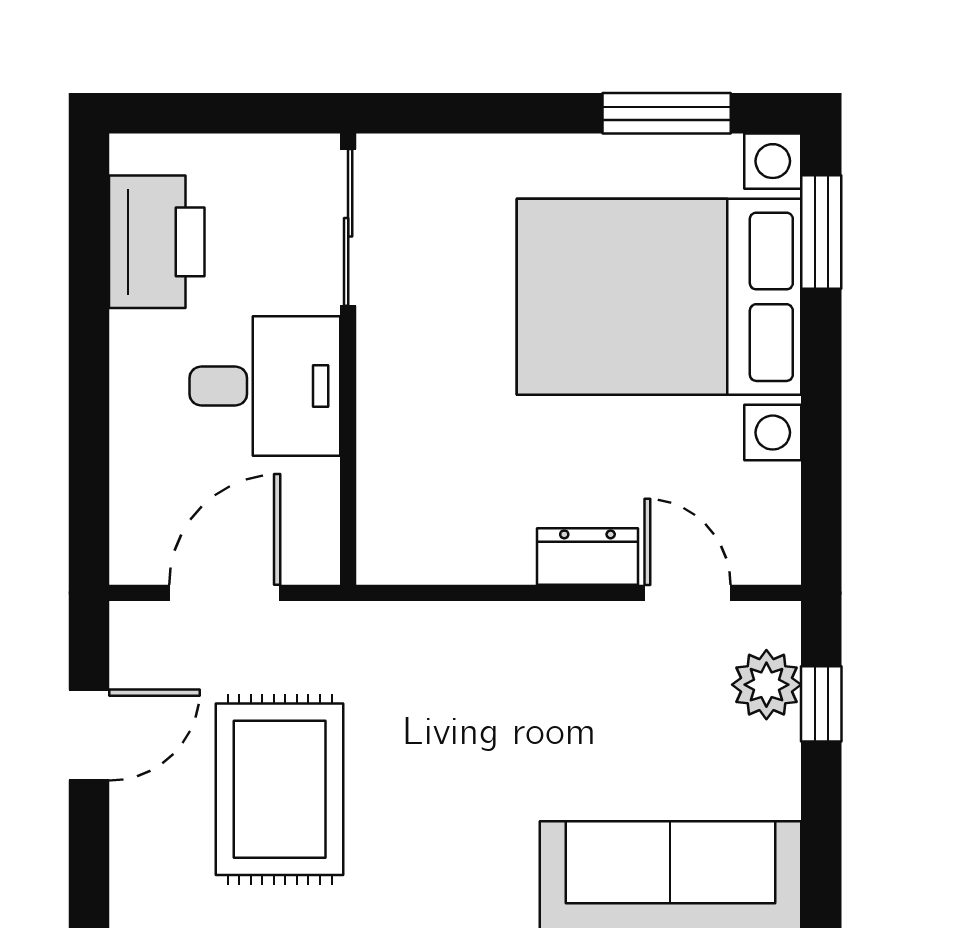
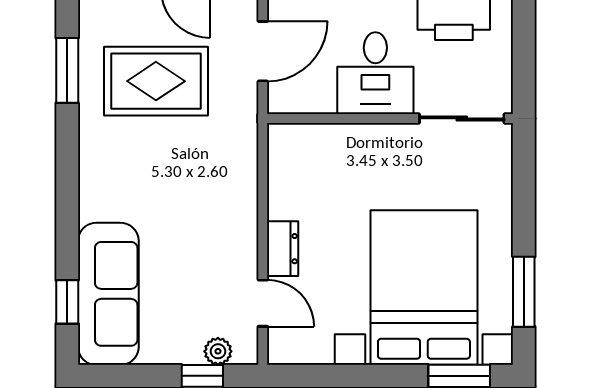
door: (225, 593) -> (263, 51), hinge flipped
door: (688, 593) -> (263, 303), hinge flipped
plant: (766, 685) -> (218, 351), width x0.73, depth x0.73

